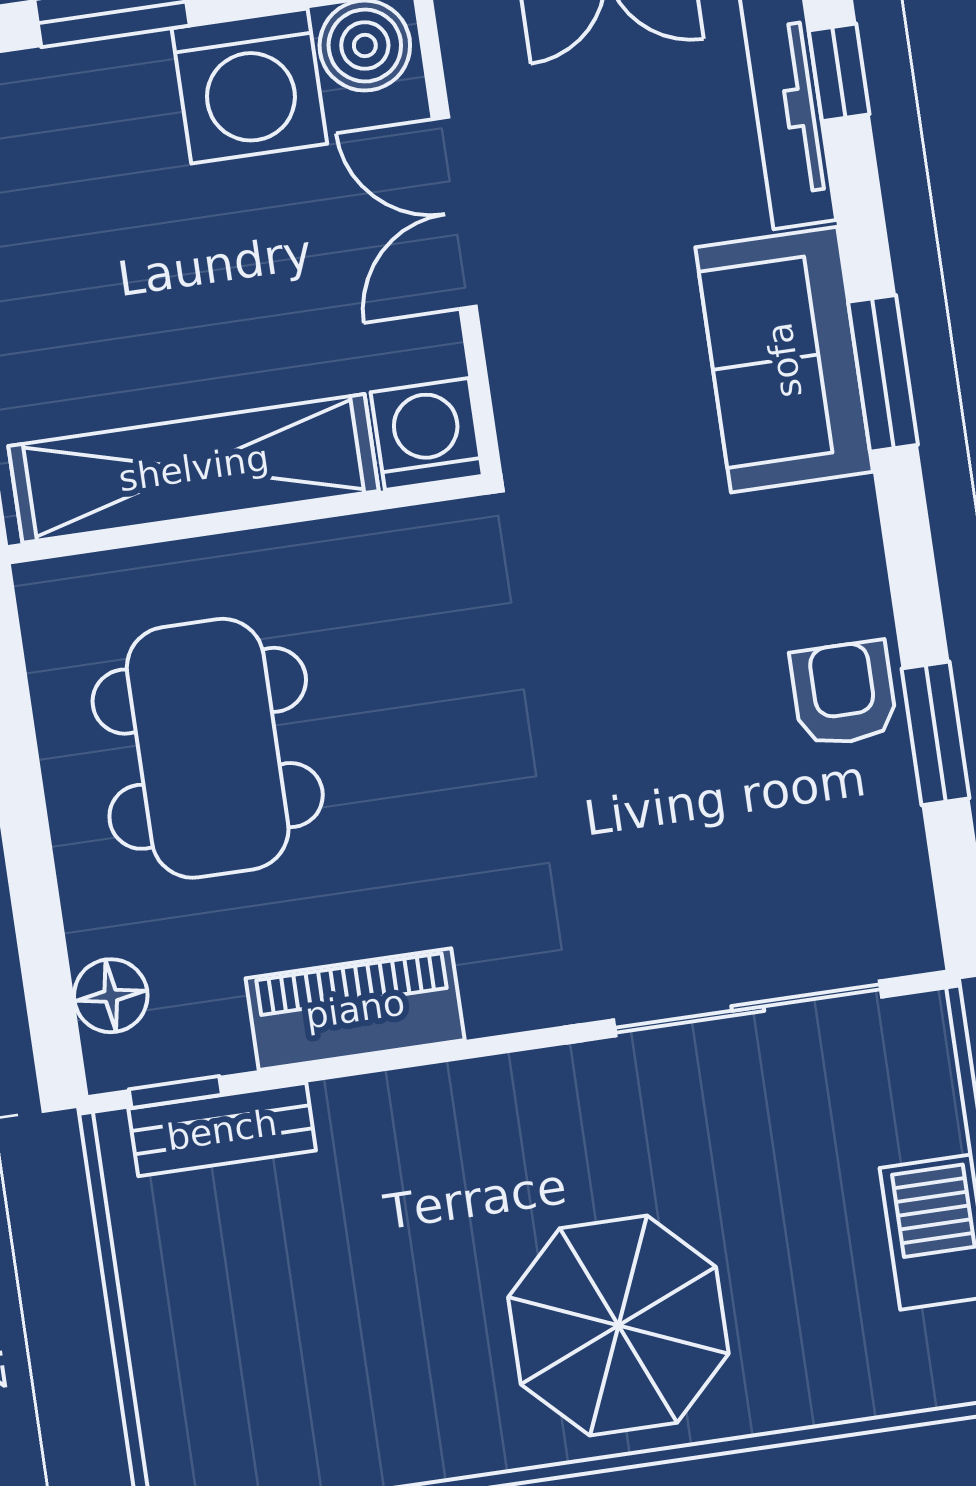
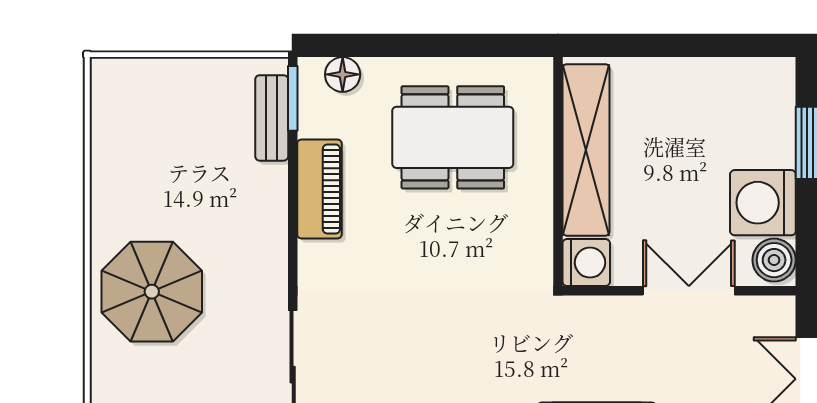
window: (175, 1092) -> (293, 98), width x1.50

